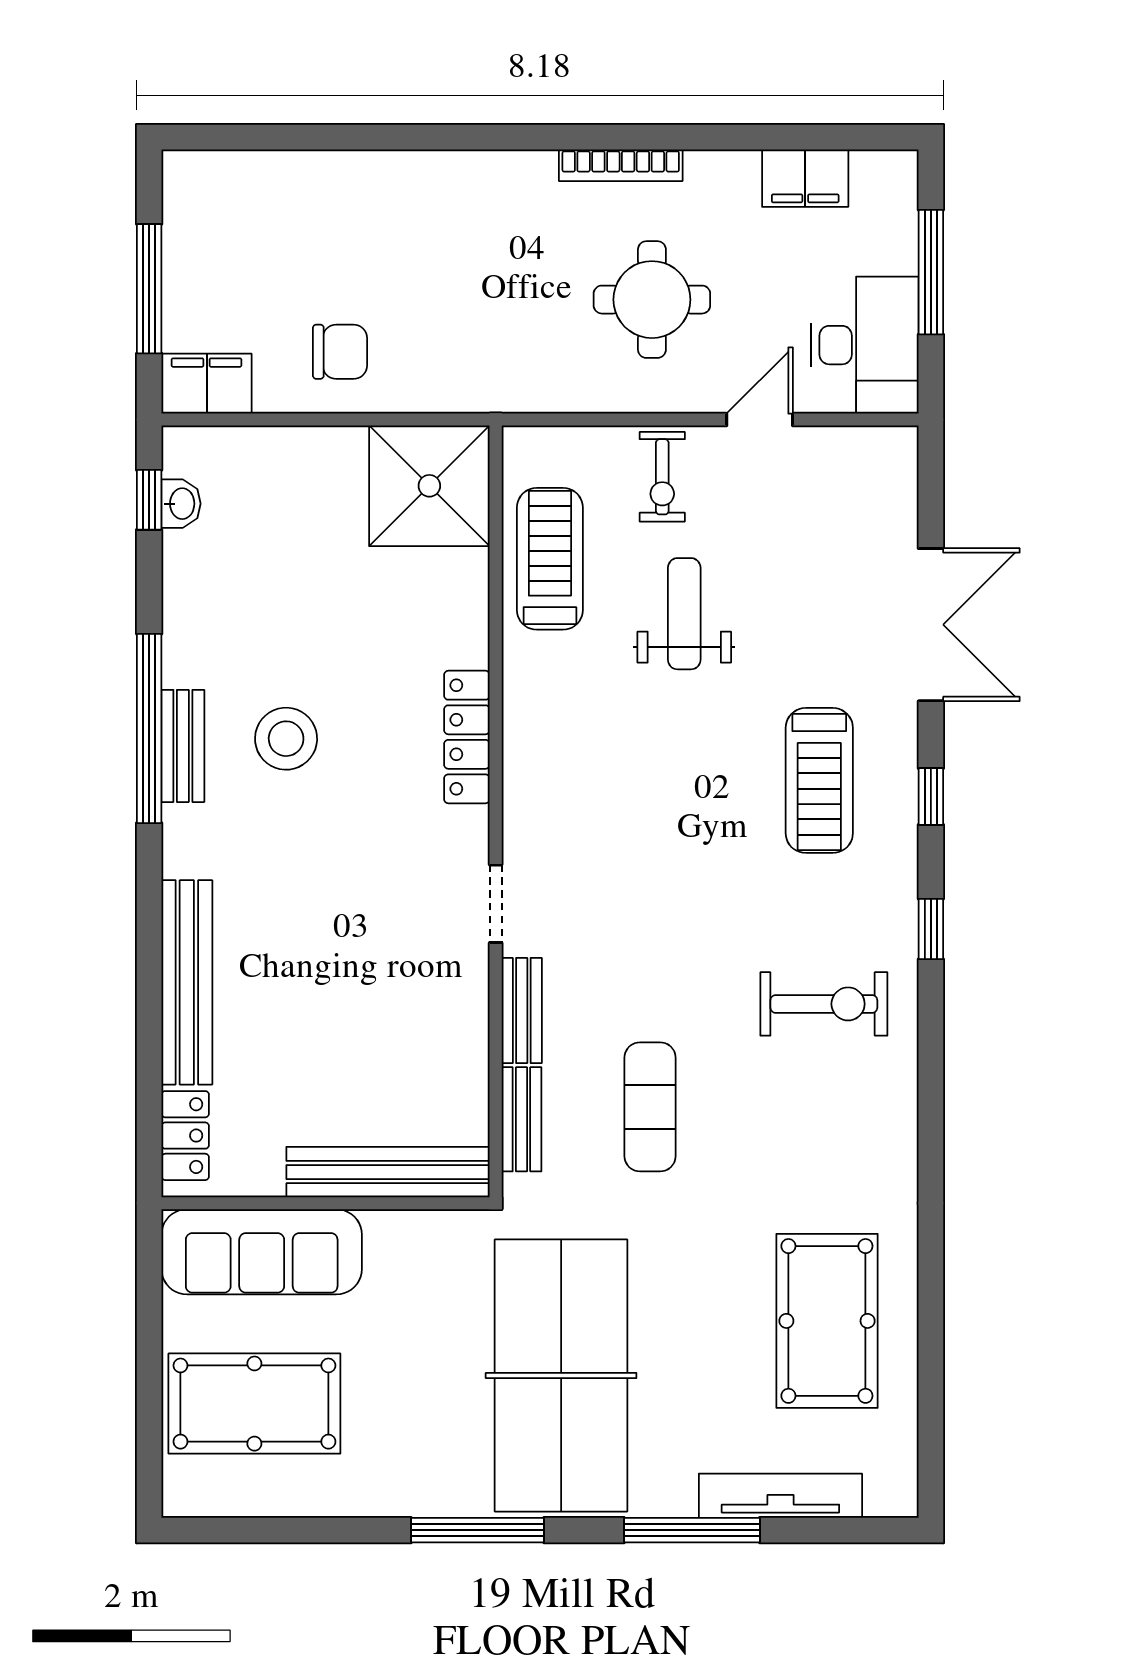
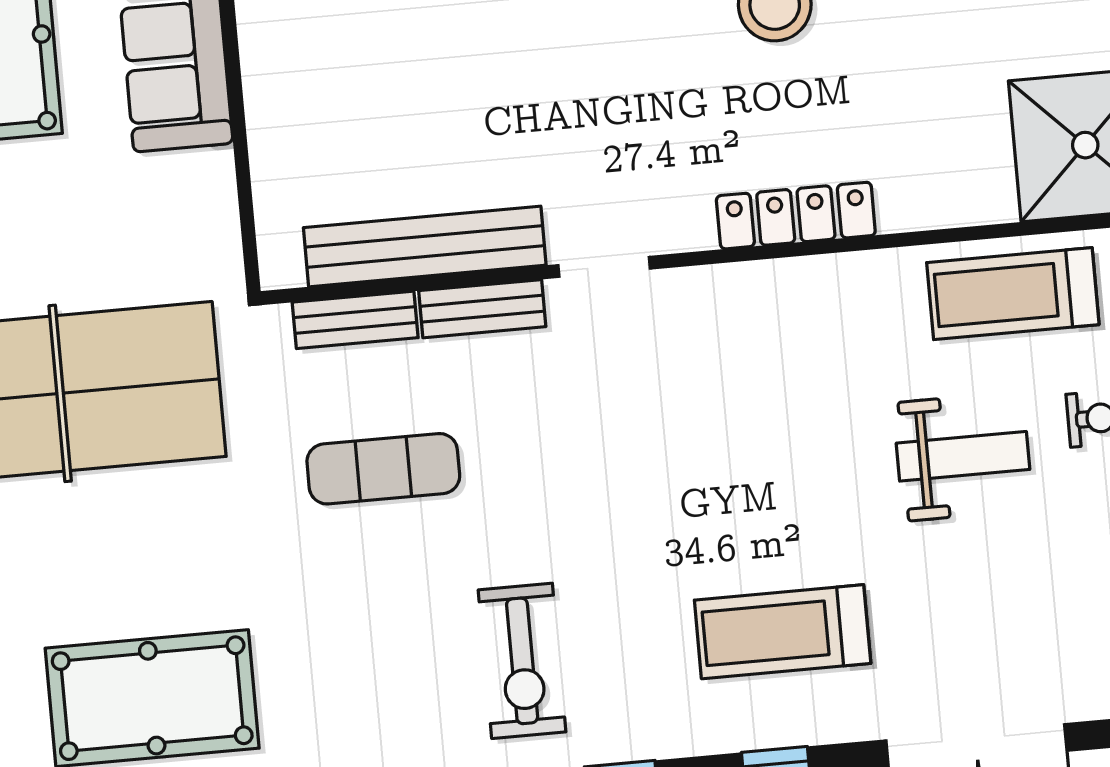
treadmill: (550, 559) -> (1013, 294), turned 180
bench: (388, 1172) -> (425, 246), moved, turned 90

